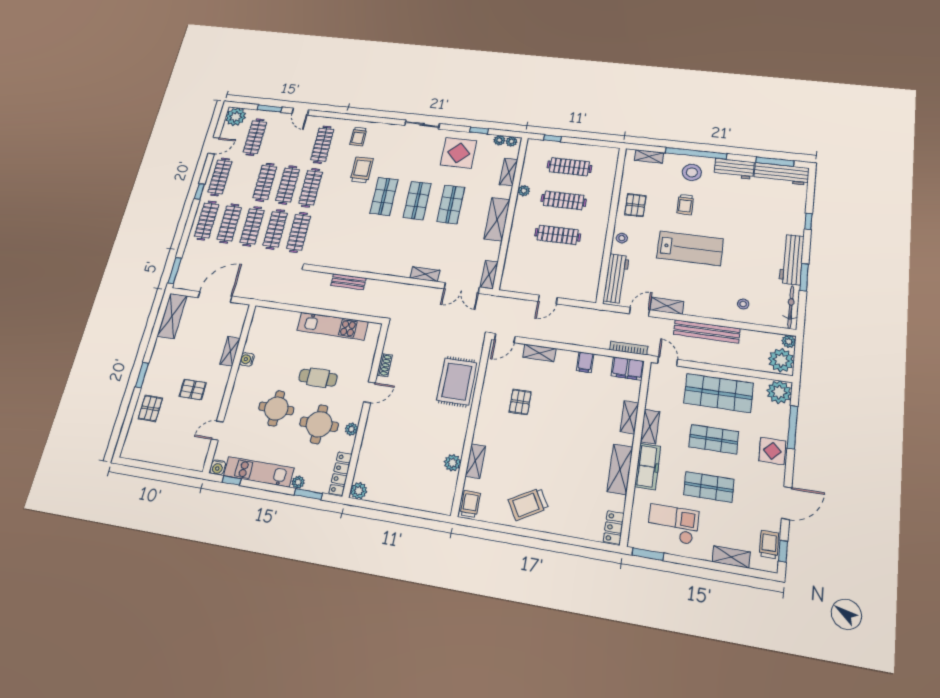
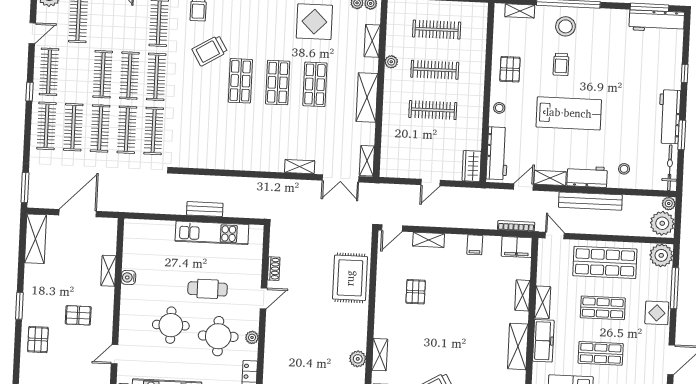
workbench: (734, 169) -> (587, 177), moved, turned 180
trolley: (362, 170) -> (210, 51), turned -121
bench: (348, 282) -> (205, 209), moved
wardrobe: (590, 288) -> (472, 166), added

